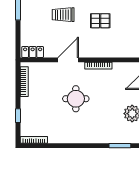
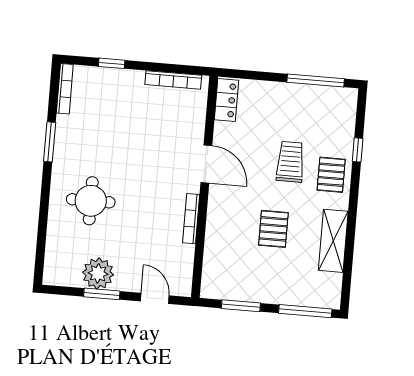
round table: (76, 99) -> (91, 201), moved
window: (120, 146) -> (50, 142), moved

